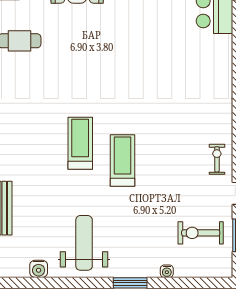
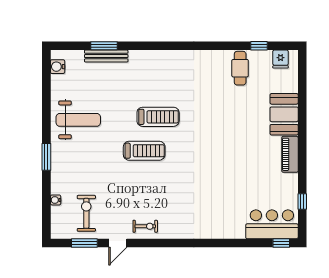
water cooler: (39, 269) -> (58, 67), moved
water cooler: (167, 271) -> (56, 200), moved

